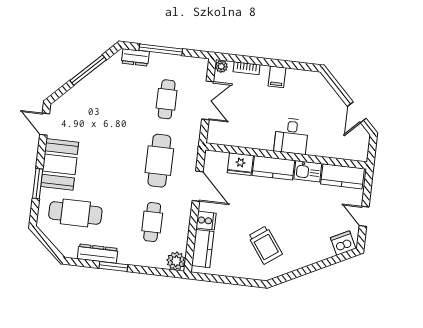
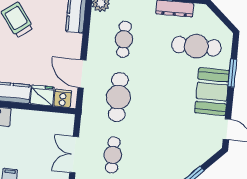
cooker: (206, 221) -> (63, 98), moved, turned 90

